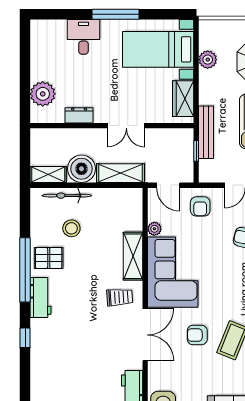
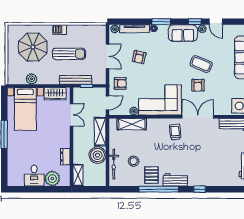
desk: (83, 37) -> (34, 176), moved, turned -90
double door: (126, 126) -> (71, 115), moved
shelving: (48, 175) -> (78, 175), moved
shelving: (133, 256) -> (132, 124), moved

